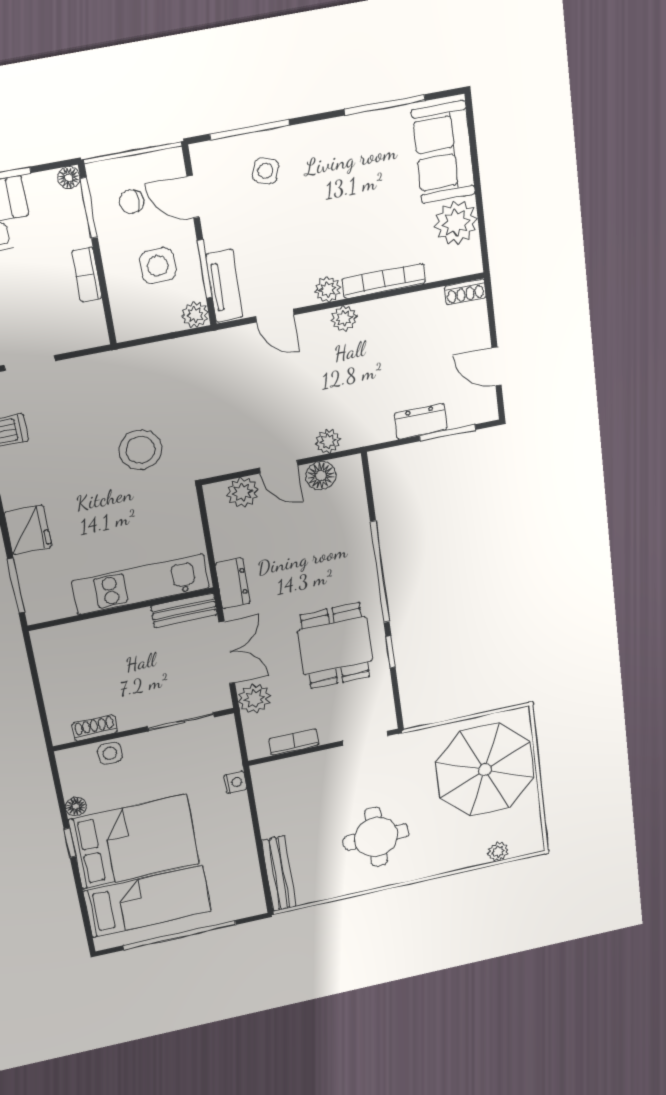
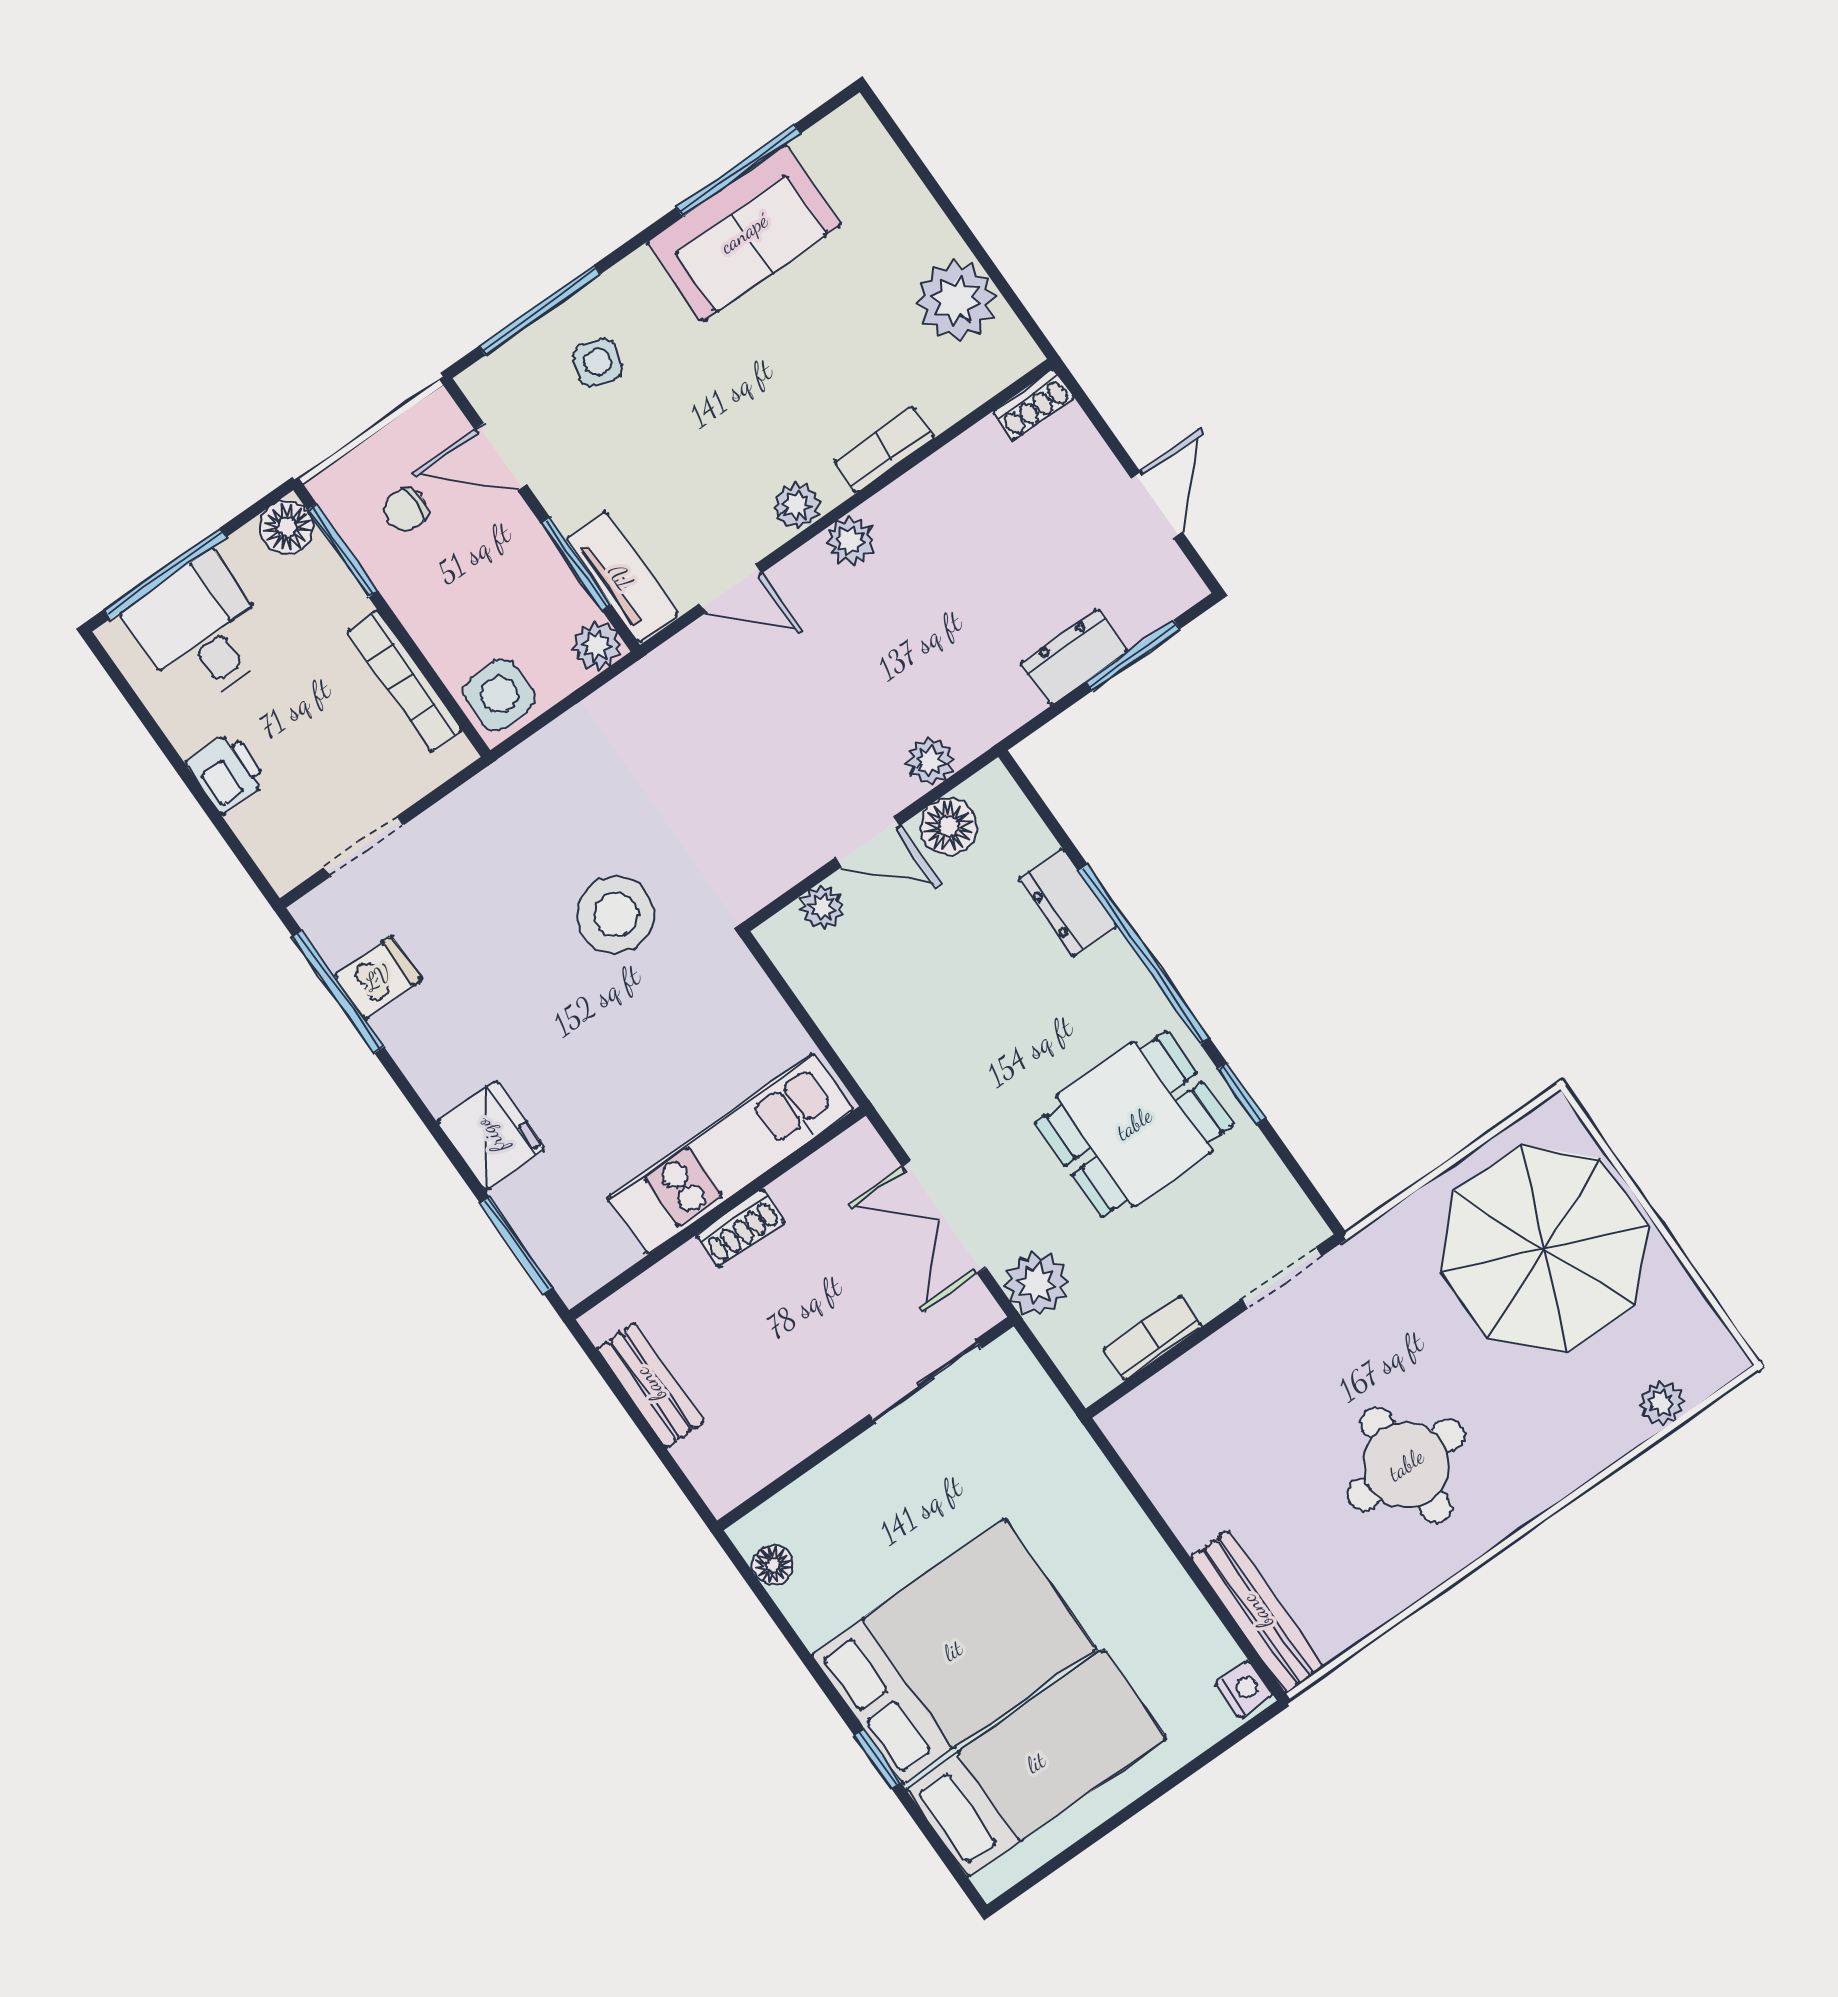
sofa: (444, 152) -> (744, 233), moved, turned -90
floor lamp: (69, 178) -> (287, 527), width x1.37, depth x1.37
side table: (158, 266) -> (499, 695), moved
bookcase: (87, 274) -> (404, 681), width x1.56
bookcase: (384, 281) -> (885, 449), width x0.64
door: (496, 367) -> (1157, 505), swing flipped
plant: (243, 492) -> (822, 907), width x0.73, depth x0.73
dresser: (233, 583) -> (1068, 902), moved, turned 180
bench: (184, 610) -> (650, 1385), moved, turned 90
dining table: (335, 646) -> (1134, 1124), turned 90
double door: (227, 653) -> (944, 1217), swing flipped
shoe rack: (94, 728) -> (740, 1228), moved, turned 180
side table: (110, 753) -> (826, 1494), removed
nightstand: (235, 782) -> (1244, 1689), moved
floor lamp: (76, 806) -> (773, 1565), moved
window: (70, 843) -> (878, 1759), moved
window: (180, 935) -> (1130, 1811), removed

